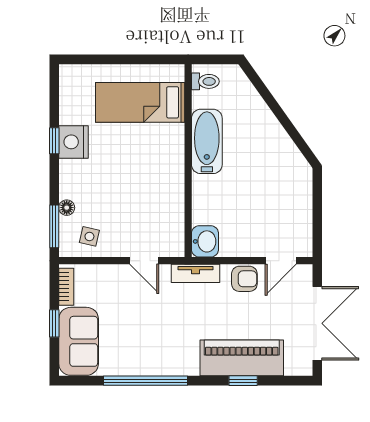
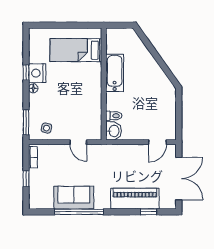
toilet: (205, 81) -> (114, 116), moved
floor lamp: (67, 208) -> (33, 88), moved
tv unit: (196, 273) -> (108, 150), removed
armchair: (244, 279) -> (136, 153), removed
sofa: (79, 341) -> (74, 198), moved, turned -90
window: (243, 381) -> (148, 212), moved

